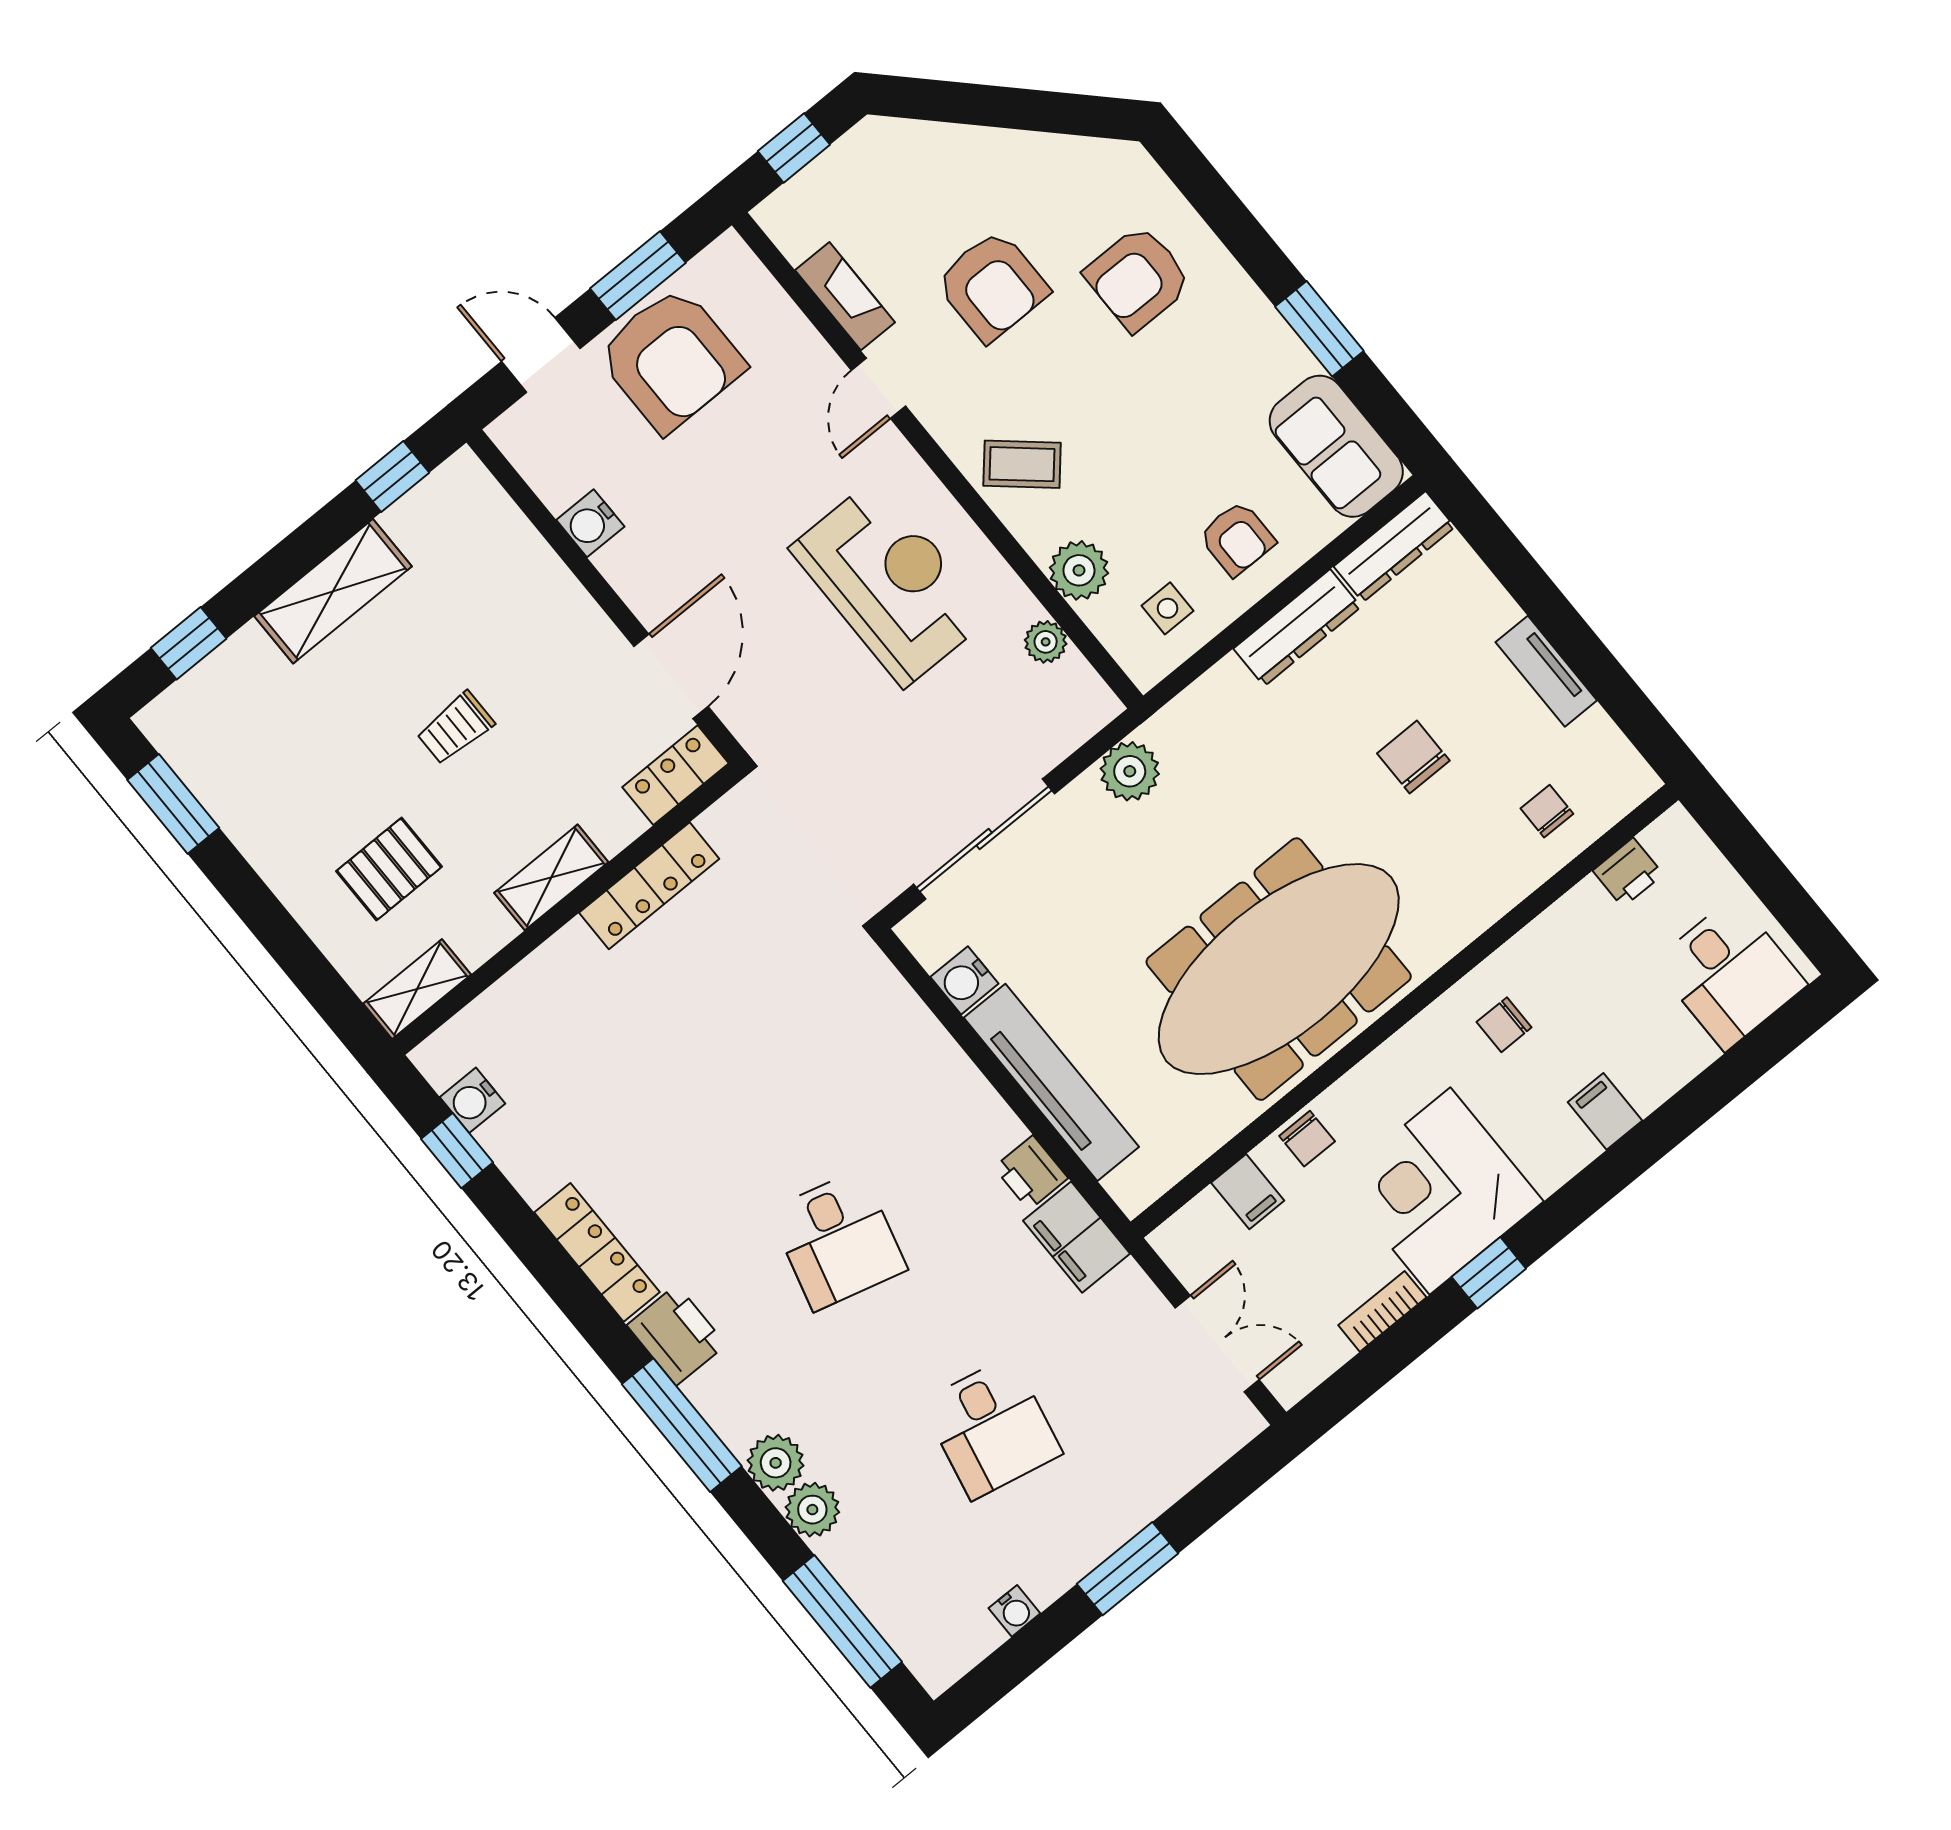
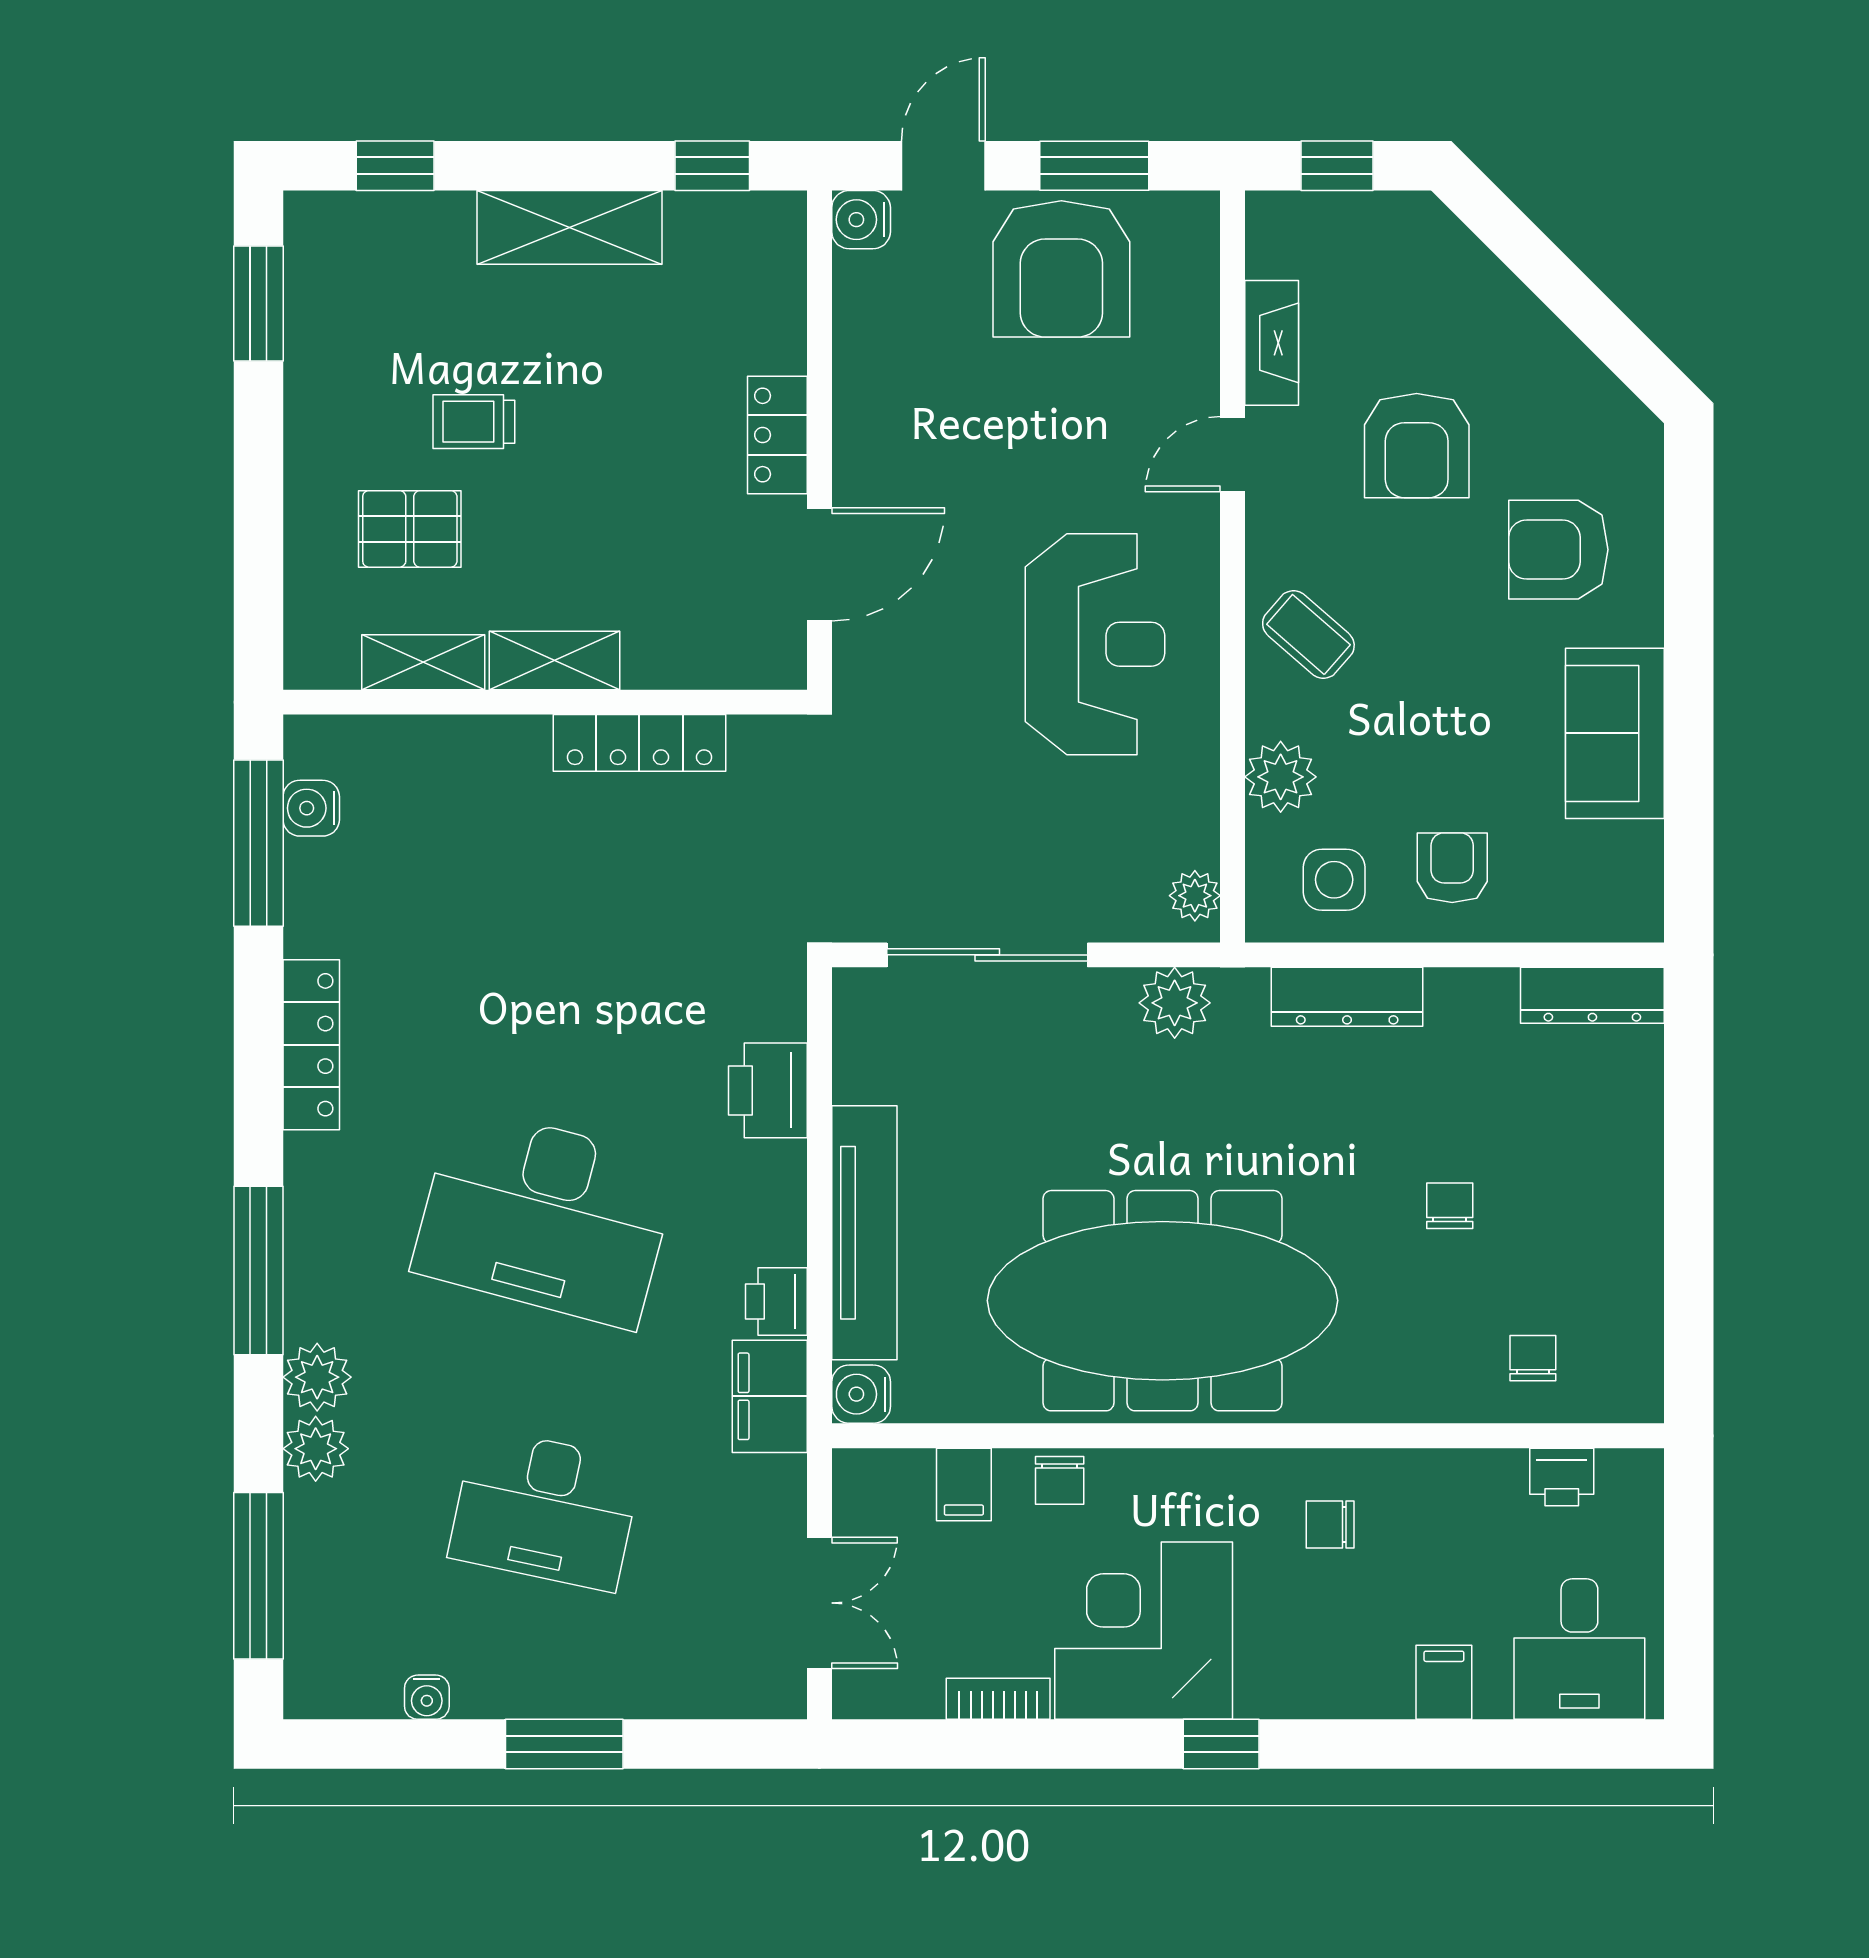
window: (1319, 329) -> (1689, 735), removed
door: (541, 355) -> (943, 166), hinge flipped
sofa: (1336, 446) -> (1615, 733), moved
water cooler: (590, 523) -> (861, 220), moved
armchair: (1237, 538) -> (1452, 868), turned 180
side table: (1168, 608) -> (1334, 880), width x1.37, depth x1.37
dresser: (1297, 628) -> (1347, 997), moved
plant: (1046, 642) -> (1195, 896), moved
tv unit: (1546, 671) -> (1639, 1227), removed
trolley: (455, 728) -> (474, 422), moved
chair: (1413, 757) -> (1450, 1206), width x0.73, depth x0.73
locker: (676, 775) -> (777, 435), moved, turned -90
water cooler: (964, 980) -> (861, 1394), moved
shelving: (417, 989) -> (423, 662), moved
filing cabinet: (1605, 1111) -> (1444, 1682), moved
window: (457, 1151) -> (258, 843), width x2.17
desk: (838, 1240) -> (545, 1217), width x1.87, depth x1.30
window: (1489, 1273) -> (1221, 1744), moved
printer: (676, 1335) -> (768, 1090), moved, turned 180
desk: (992, 1428) -> (545, 1509), width x1.37

